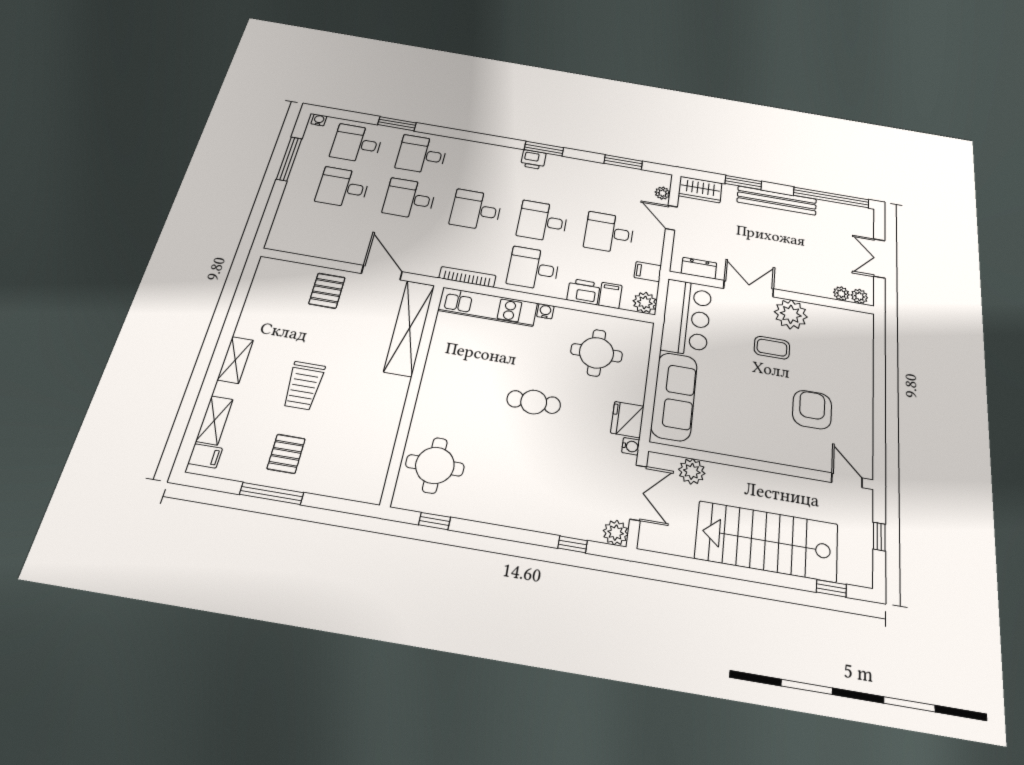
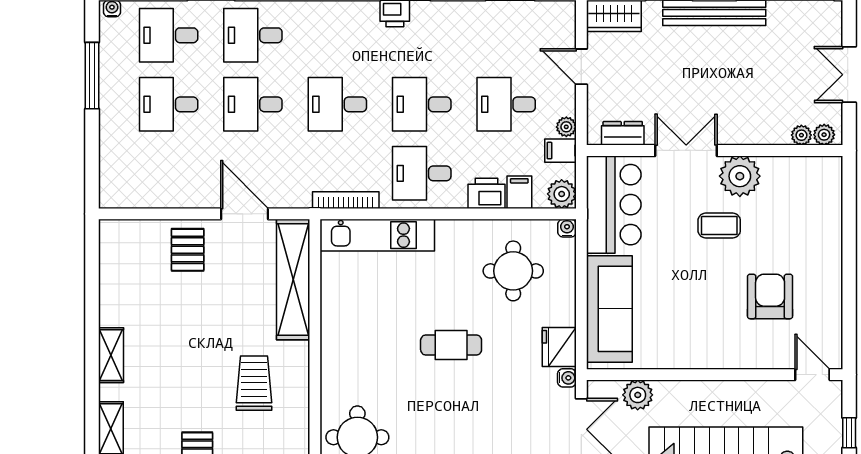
plant: (663, 193) -> (566, 127), moved
water cooler: (545, 311) -> (567, 228), moved
trolley: (304, 386) -> (254, 383), moved, turned 180

